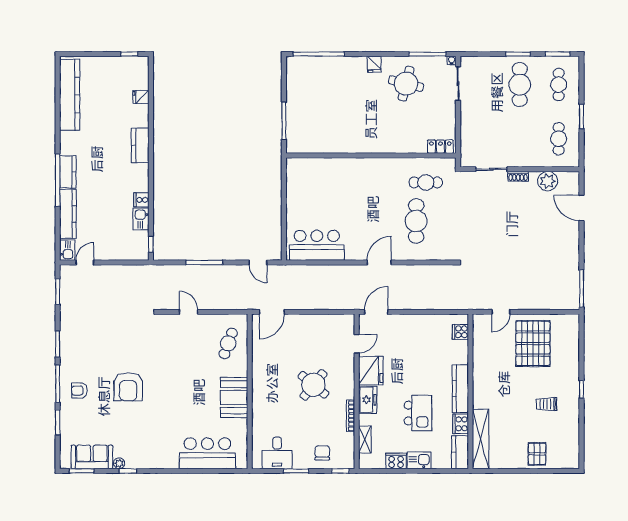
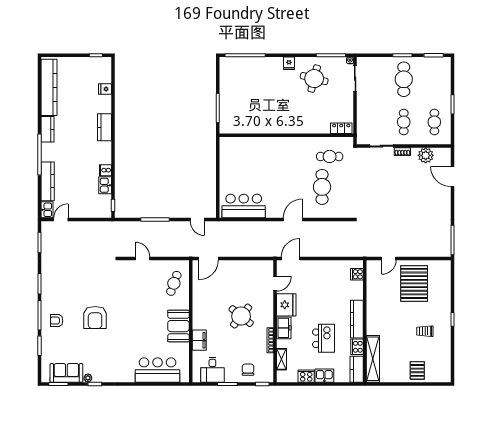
cafe table: (559, 85) -> (404, 122), moved
kitchen counter: (68, 172) -> (47, 129), moved
filing cabinet: (260, 415) -> (199, 340), added

